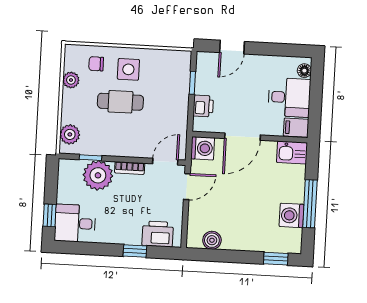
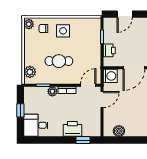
plant: (71, 80) -> (29, 24), moved
cafe table: (120, 102) -> (59, 61), moved
plant: (98, 175) -> (52, 91), width x0.53, depth x0.53
window: (50, 215) -> (20, 110), moved
printer: (158, 234) -> (72, 129), moved
window: (135, 251) -> (83, 140), moved

